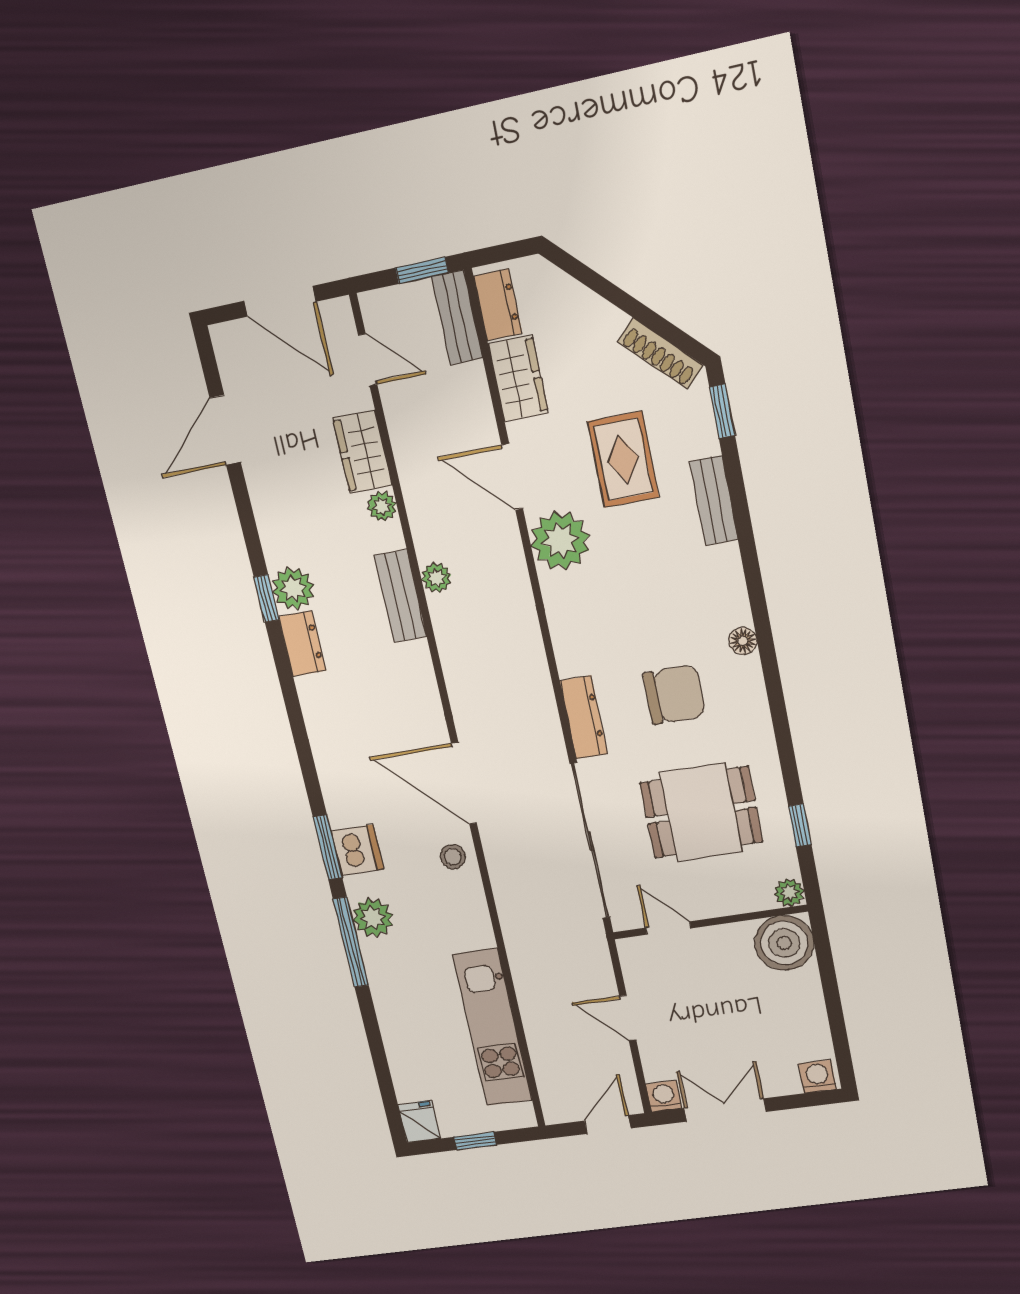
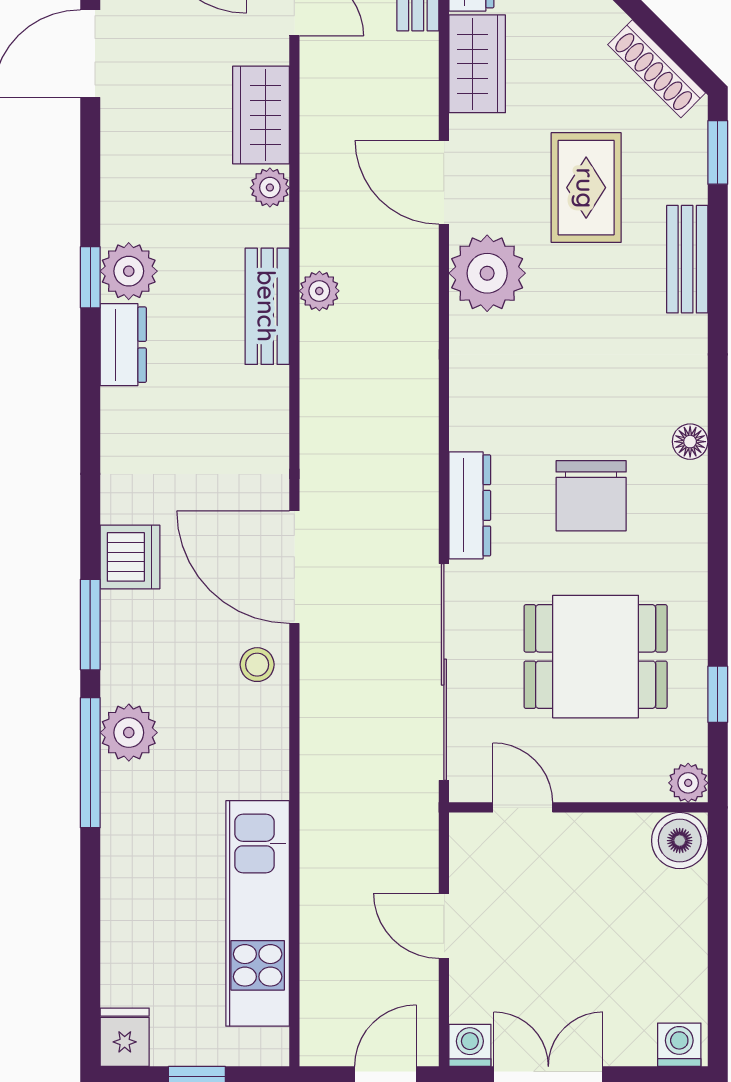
chair: (674, 695) -> (591, 496), turned 90
dishwasher: (357, 850) -> (130, 557), moved
boiler: (784, 943) -> (680, 841), width x0.73, depth x0.73

